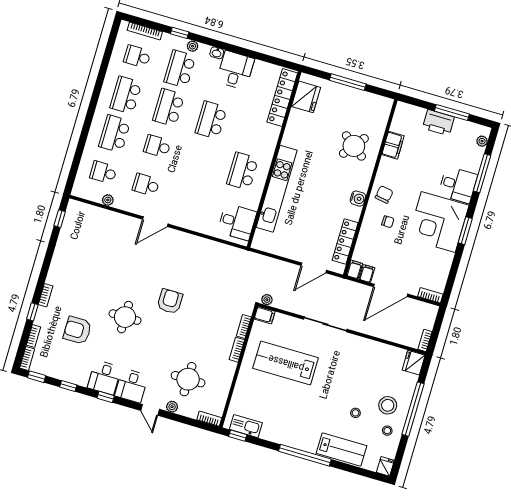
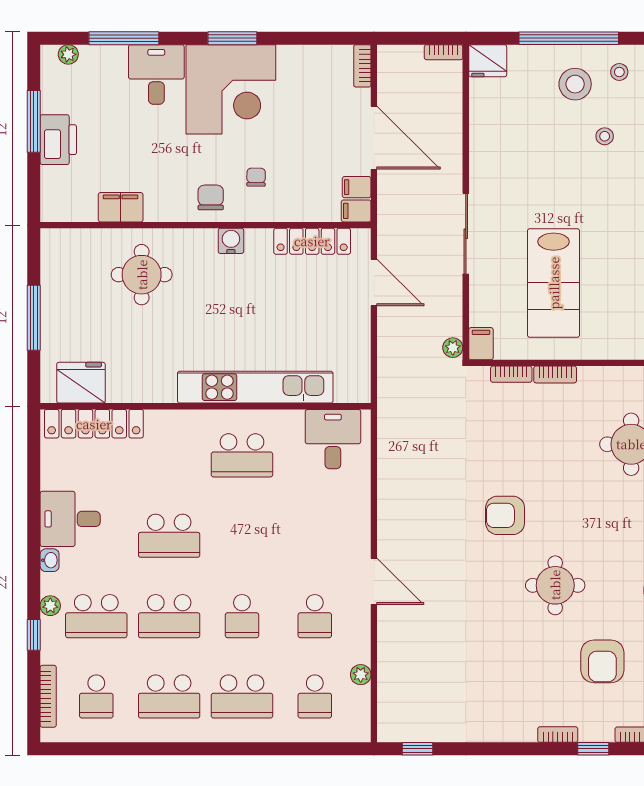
round table: (354, 146) -> (142, 275), turned -38
chair: (384, 195) -> (211, 197), turned 80

